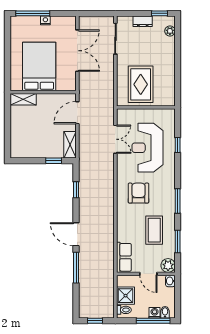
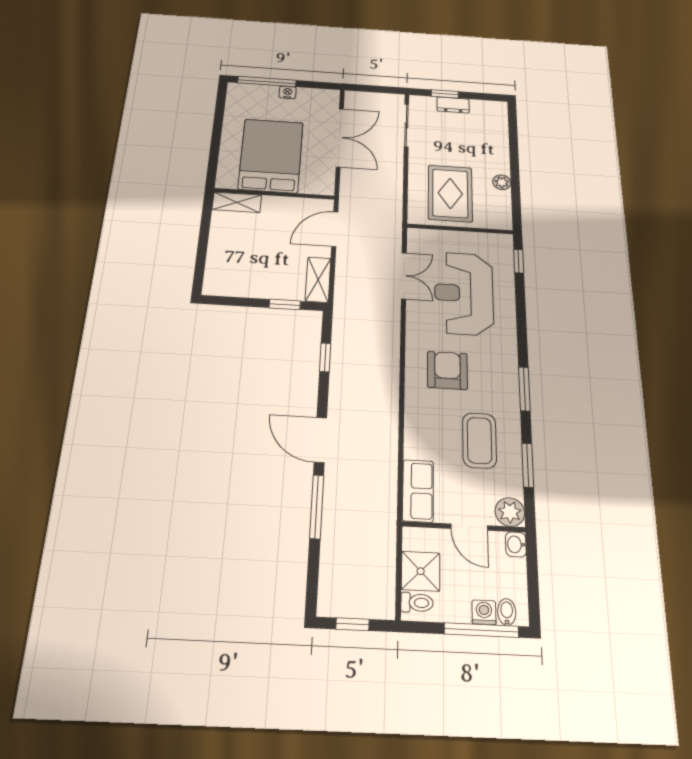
window: (160, 13) -> (445, 94), moved
plant: (170, 31) -> (502, 182), moved
window: (178, 145) -> (519, 261), moved

